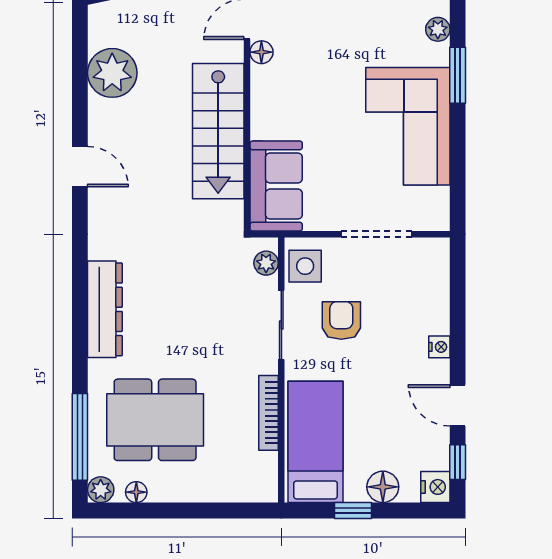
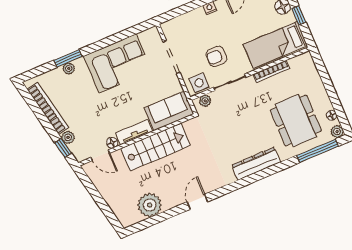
window: (458, 75) -> (68, 58), moved
tv unit: (264, 102) -> (134, 132), added

